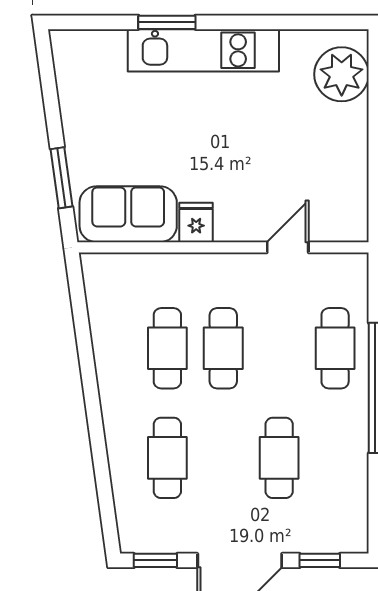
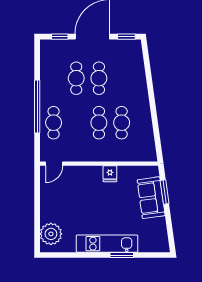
sofa: (128, 214) -> (151, 198), moved, turned 82
door: (288, 247) -> (54, 164), moved
cafe table: (167, 458) -> (99, 78), moved

